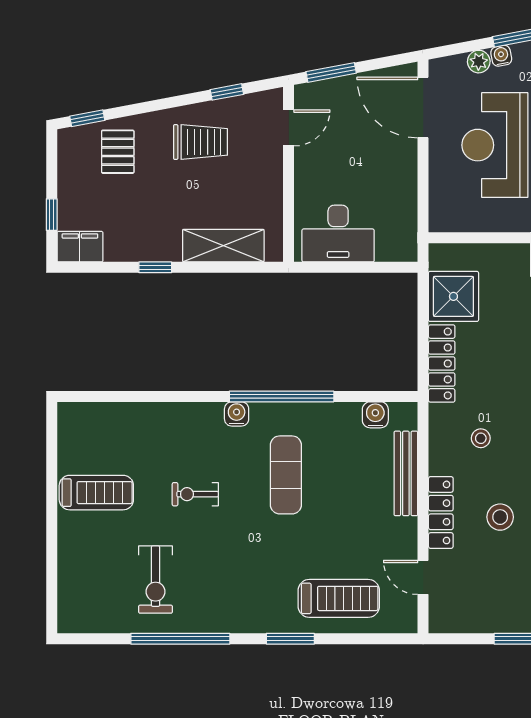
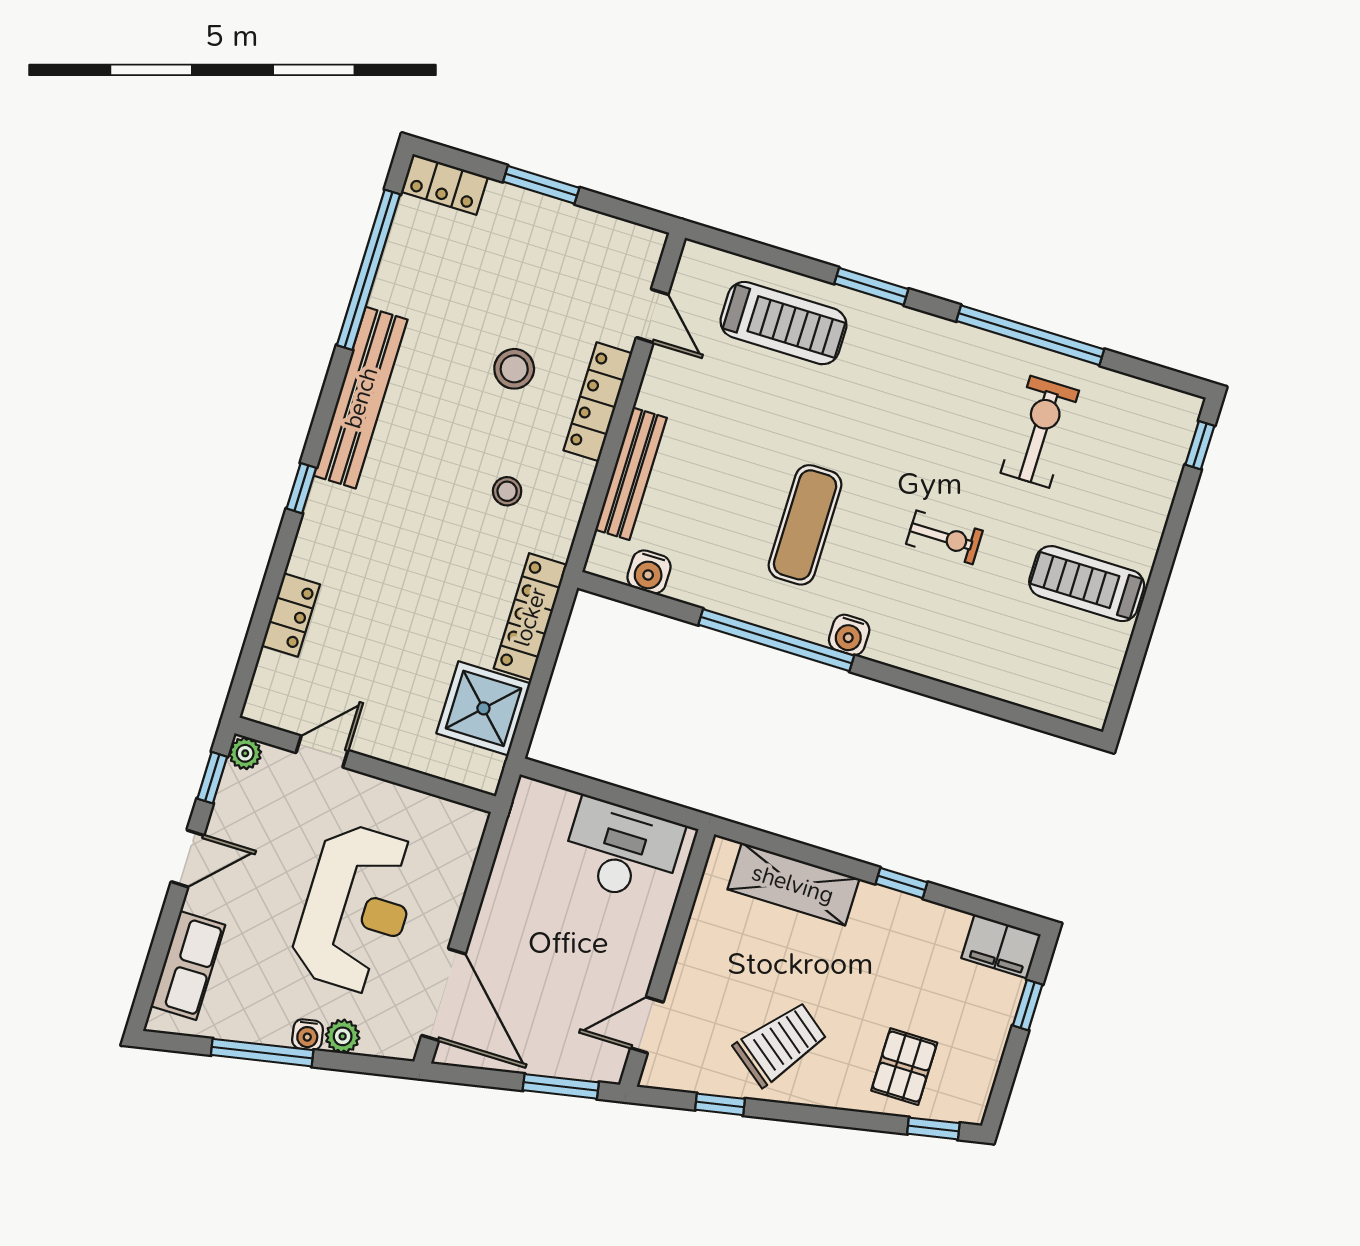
trolley: (200, 142) -> (780, 1044), turned 128
treadmill: (339, 598) -> (783, 323), turned 180
window: (52, 602) -> (1200, 445), added

